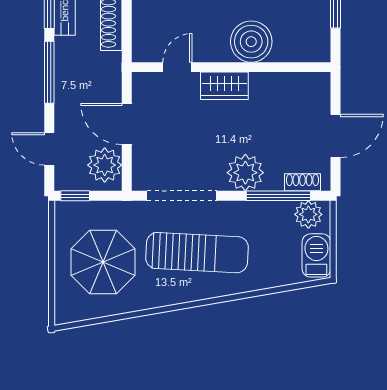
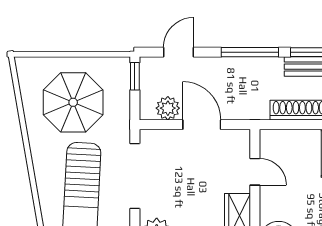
door: (127, 124) -> (202, 125), hinge flipped
plant: (105, 165) -> (168, 108), width x0.73, depth x0.73

